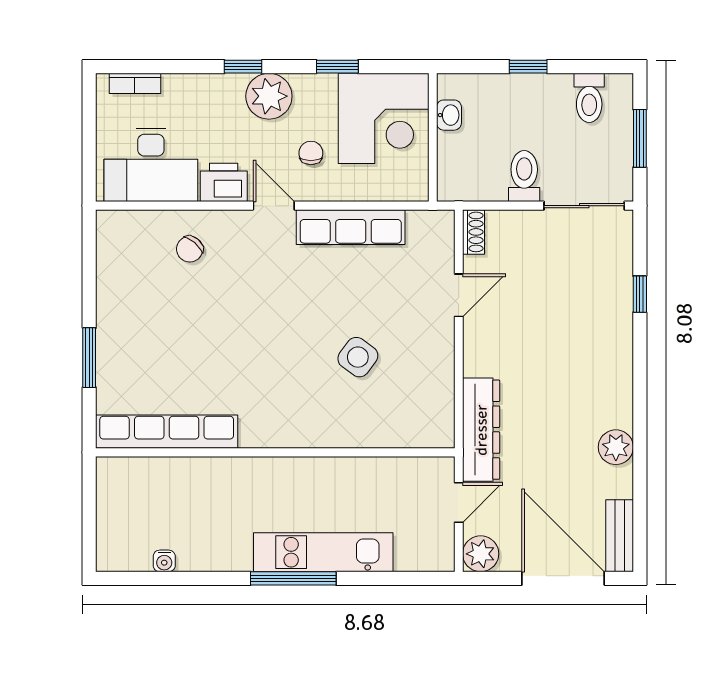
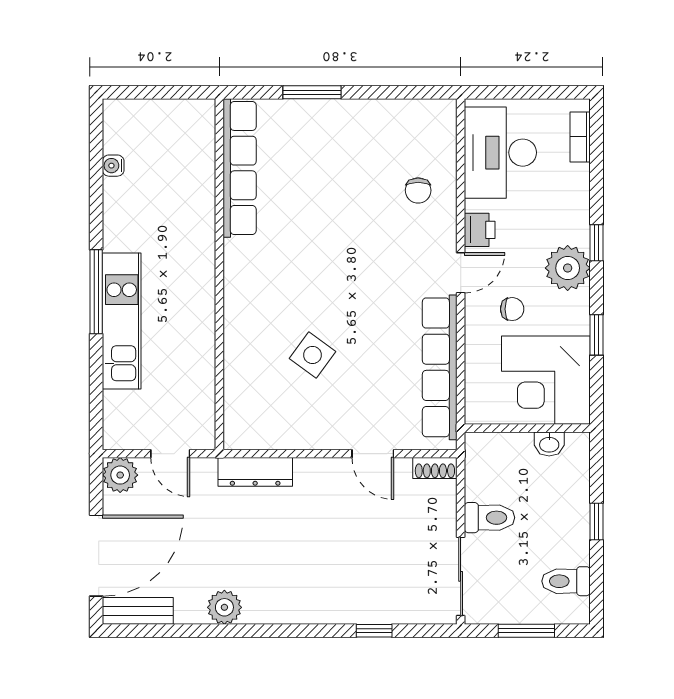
printer: (224, 182) -> (480, 230), width x0.73, depth x0.81
row of seats: (351, 227) -> (440, 367), width x1.36
chair: (190, 249) -> (418, 190), turned -131
dresser: (481, 430) -> (255, 472), width x0.73, depth x0.80

